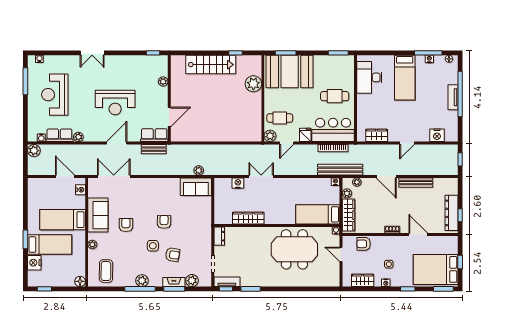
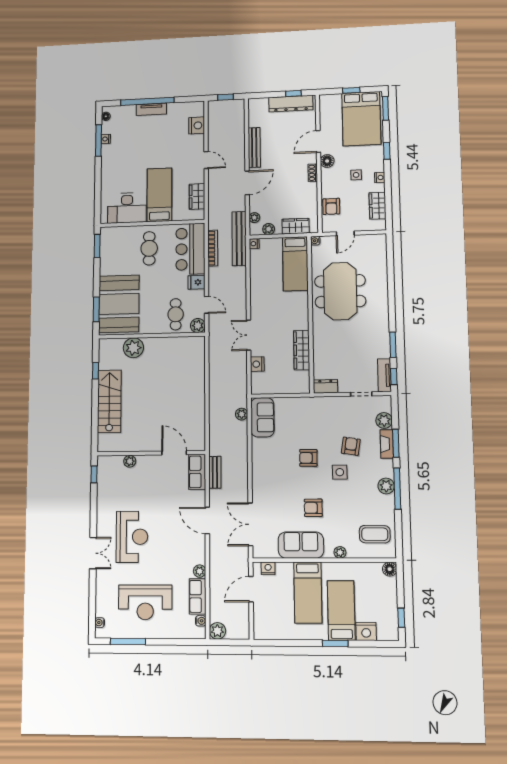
bed: (405, 78) -> (159, 195), moved, turned -90
reception desk: (115, 103) -> (132, 537), moved
wardrobe: (349, 215) -> (296, 226), width x0.67
floor lamp: (401, 241) -> (327, 161), added

